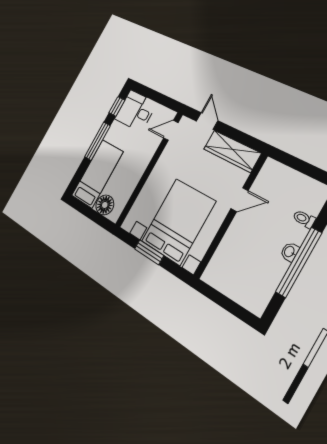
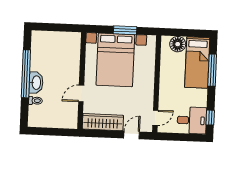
door: (207, 121) -> (132, 135), swing flipped
window: (97, 141) -> (212, 70), moved
washbasin: (290, 252) -> (36, 83), width x1.91, depth x1.45

